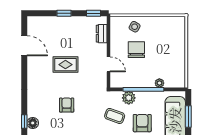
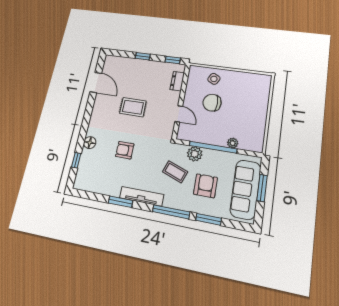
chair: (136, 50) -> (212, 103), turned -90
armchair: (67, 105) -> (125, 150), turned -90
floor lamp: (33, 123) -> (90, 143), moved

